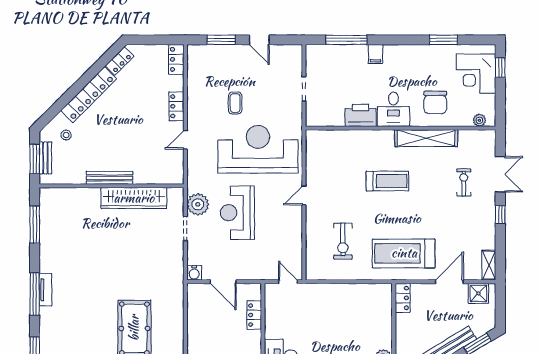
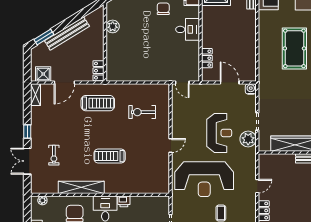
printer: (361, 115) -> (124, 201), width x0.53, depth x0.68
exercise bike: (343, 241) -> (142, 112), turned -90
treadmill: (404, 253) -> (98, 103), width x0.73, depth x0.73

